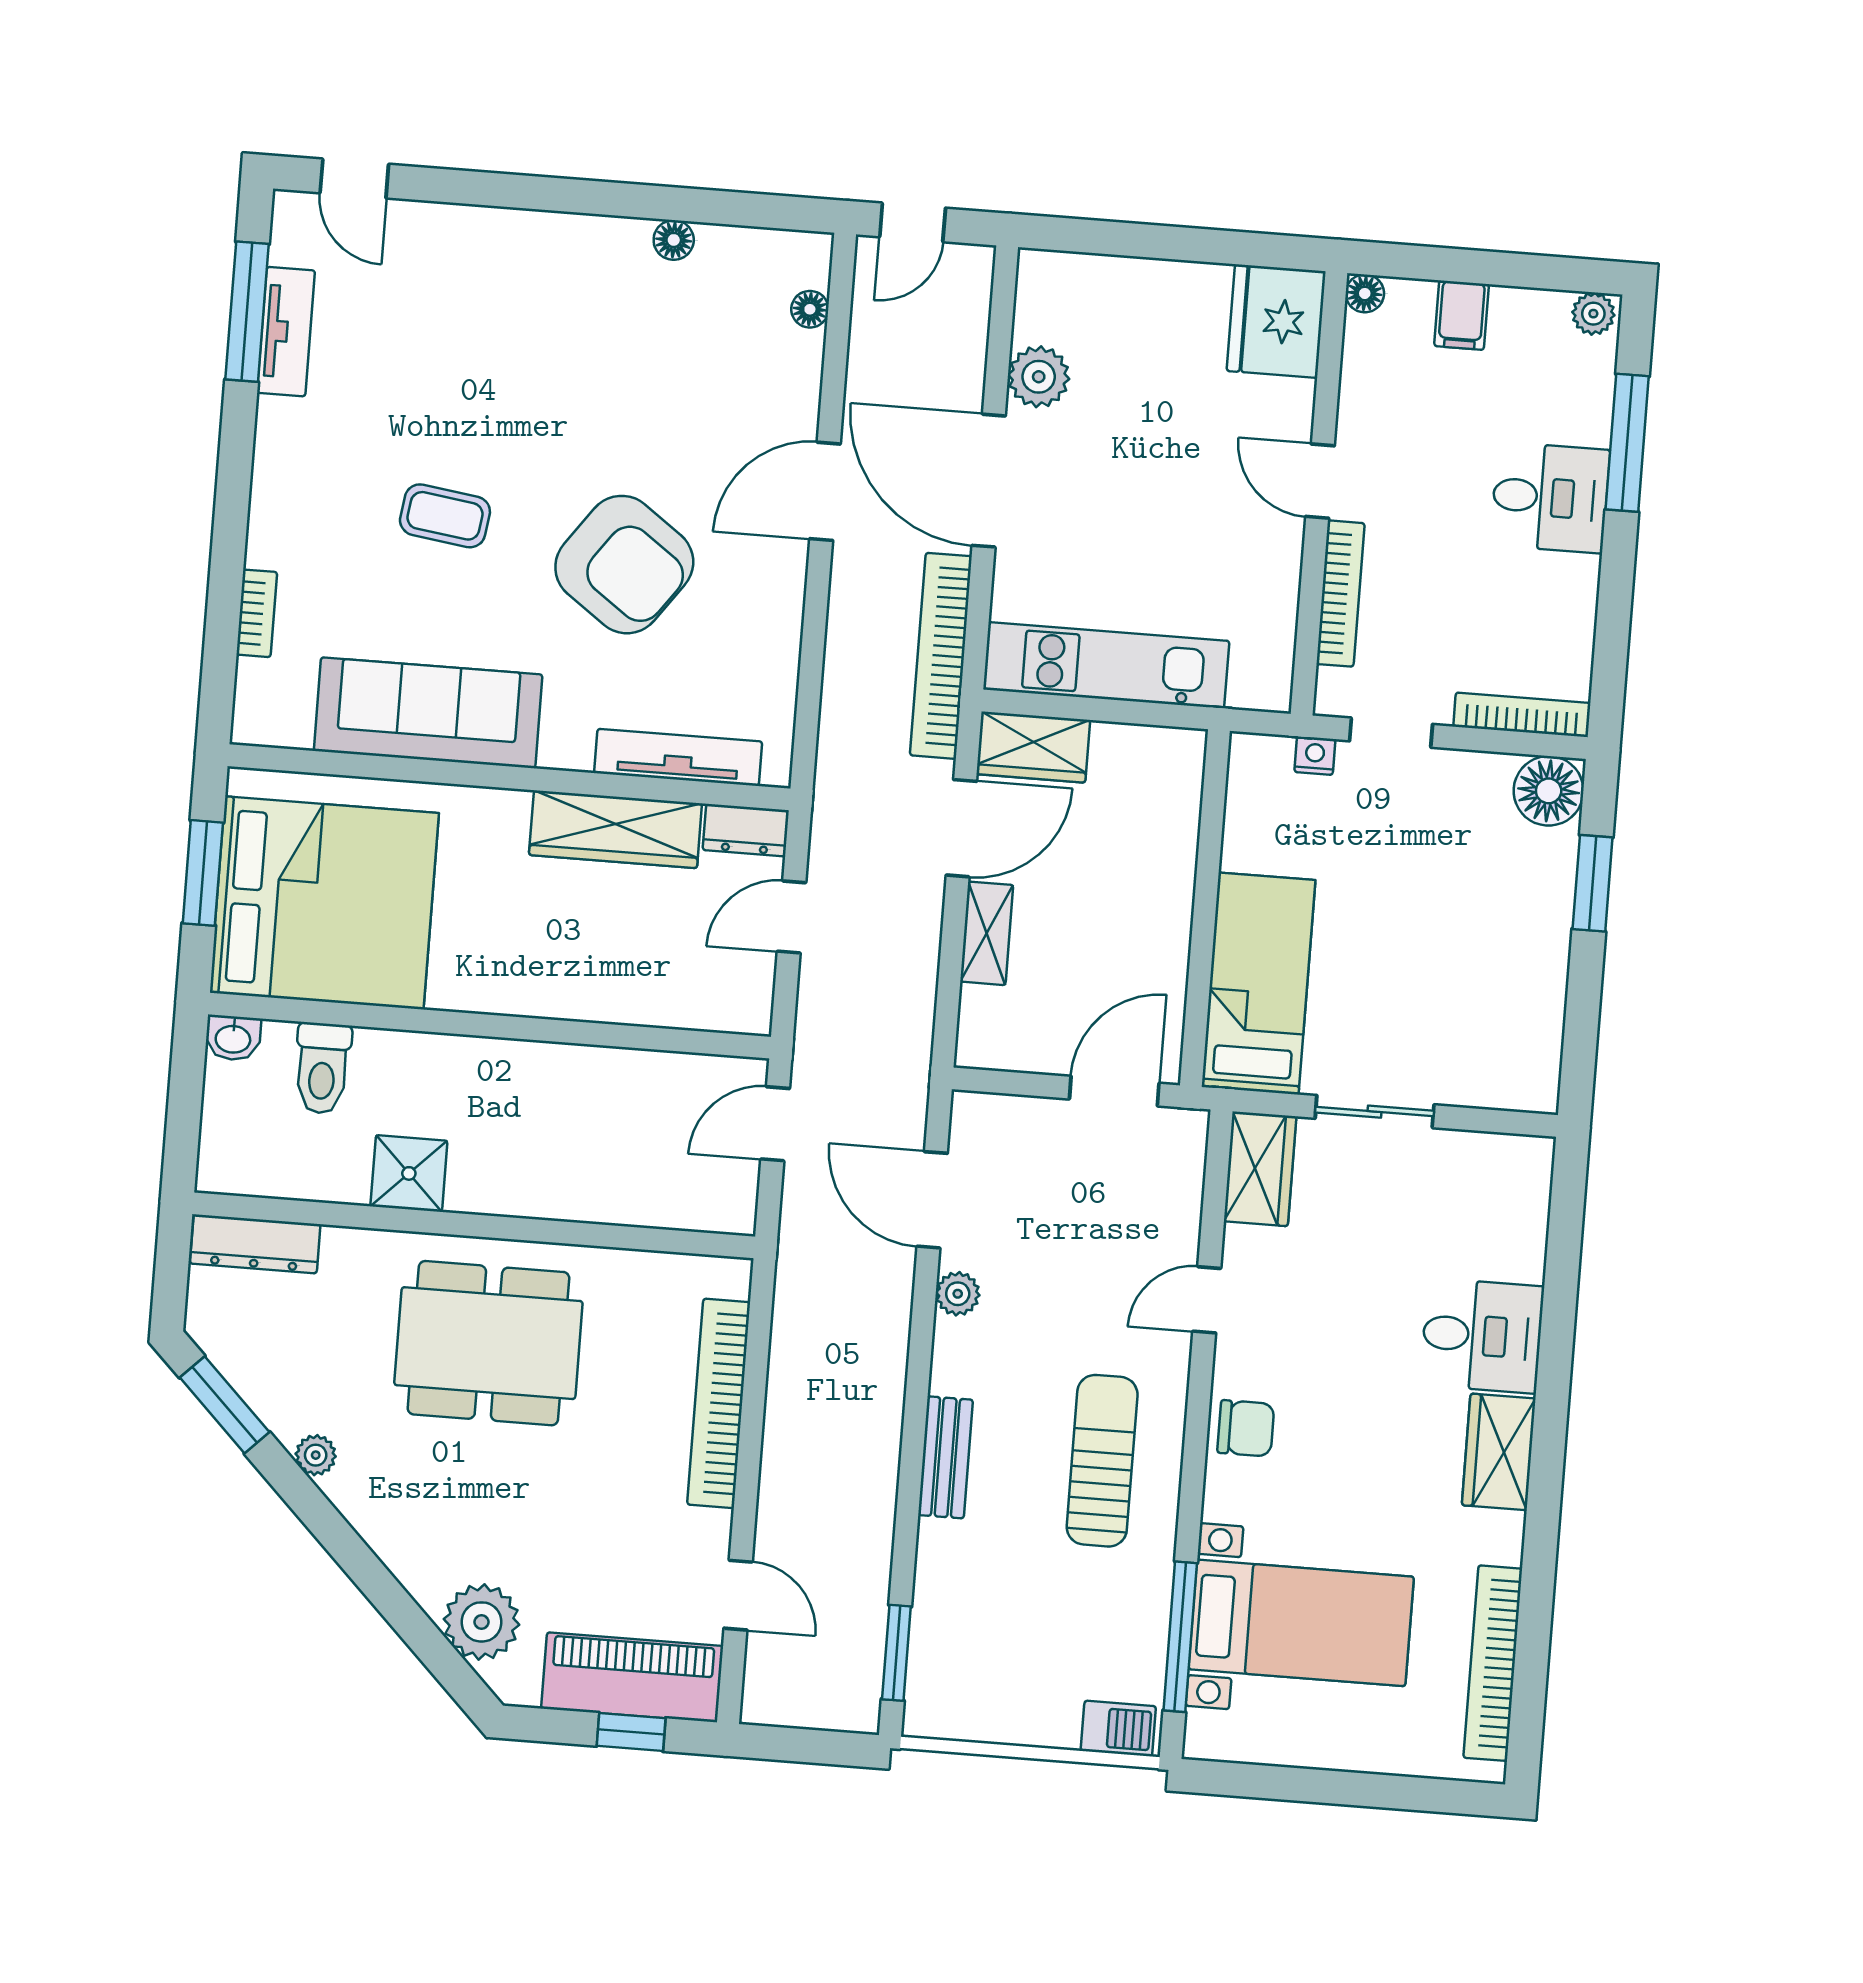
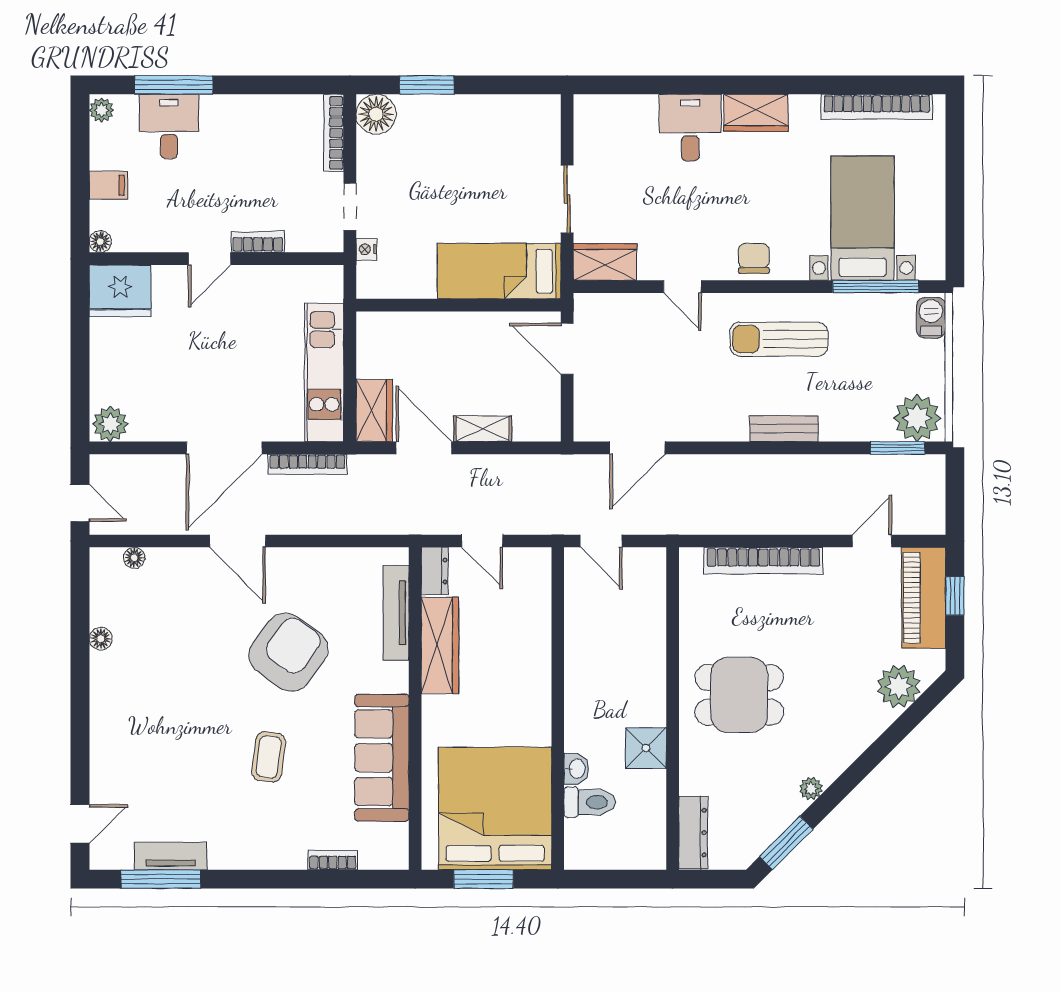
plant: (1039, 377) -> (110, 424), moved
desk: (1550, 498) -> (169, 126), moved
bookcase: (1341, 594) -> (258, 242), width x0.64
bookcase: (941, 656) -> (307, 464), width x0.68, depth x0.76
washbasin: (233, 1038) -> (576, 769), moved
plant: (958, 1294) -> (917, 418), moved, width x1.88, depth x1.88
dining table: (488, 1343) -> (739, 695), width x0.73

